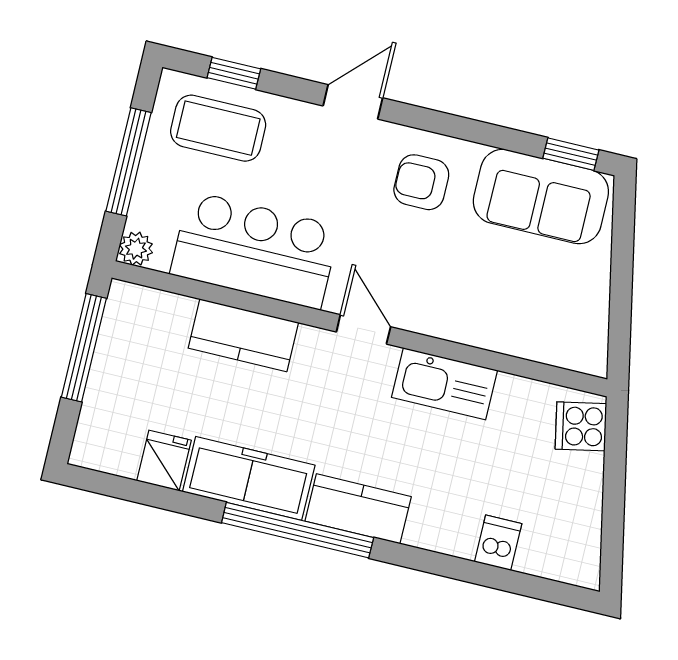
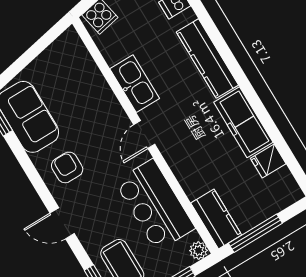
armchair: (421, 182) -> (67, 167), turned 180
kitchen counter: (243, 335) -> (216, 219), moved
kitchen counter: (358, 509) -> (207, 58), width x1.50
window: (298, 530) -> (245, 85), removed

